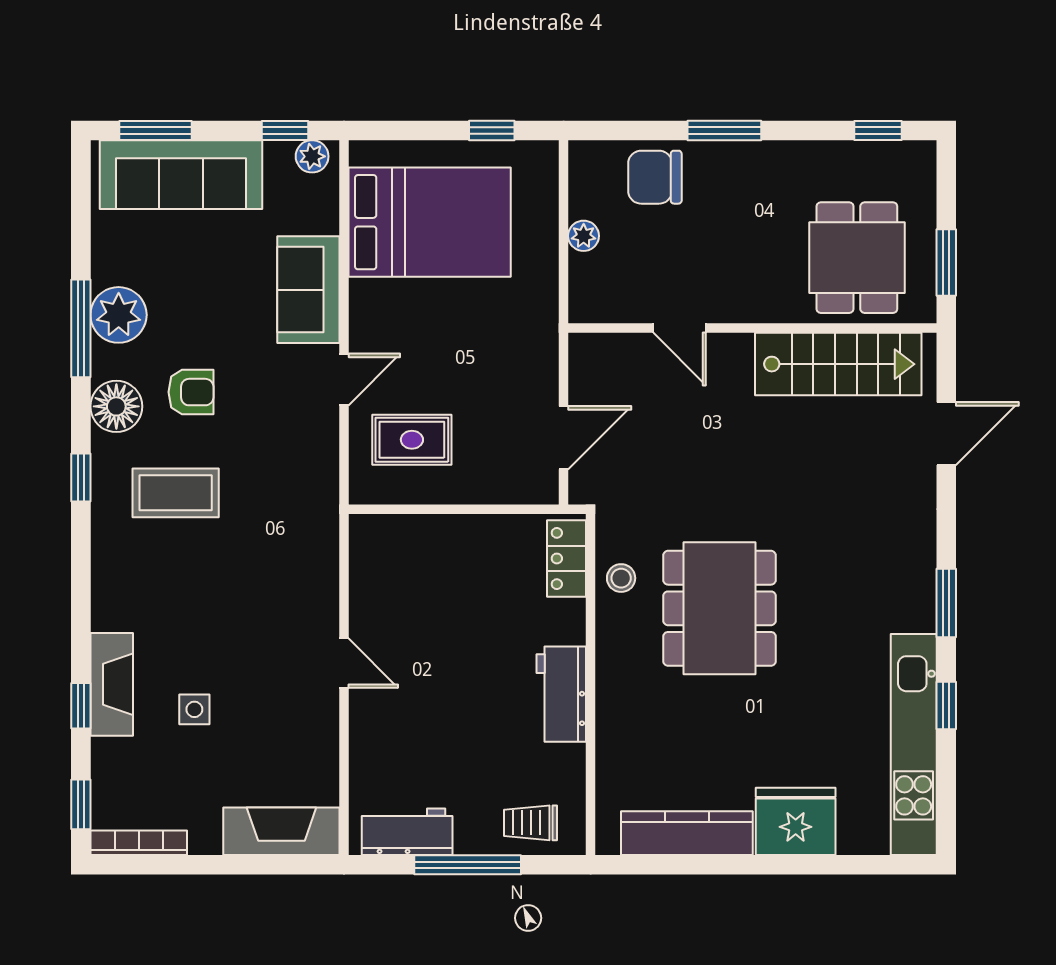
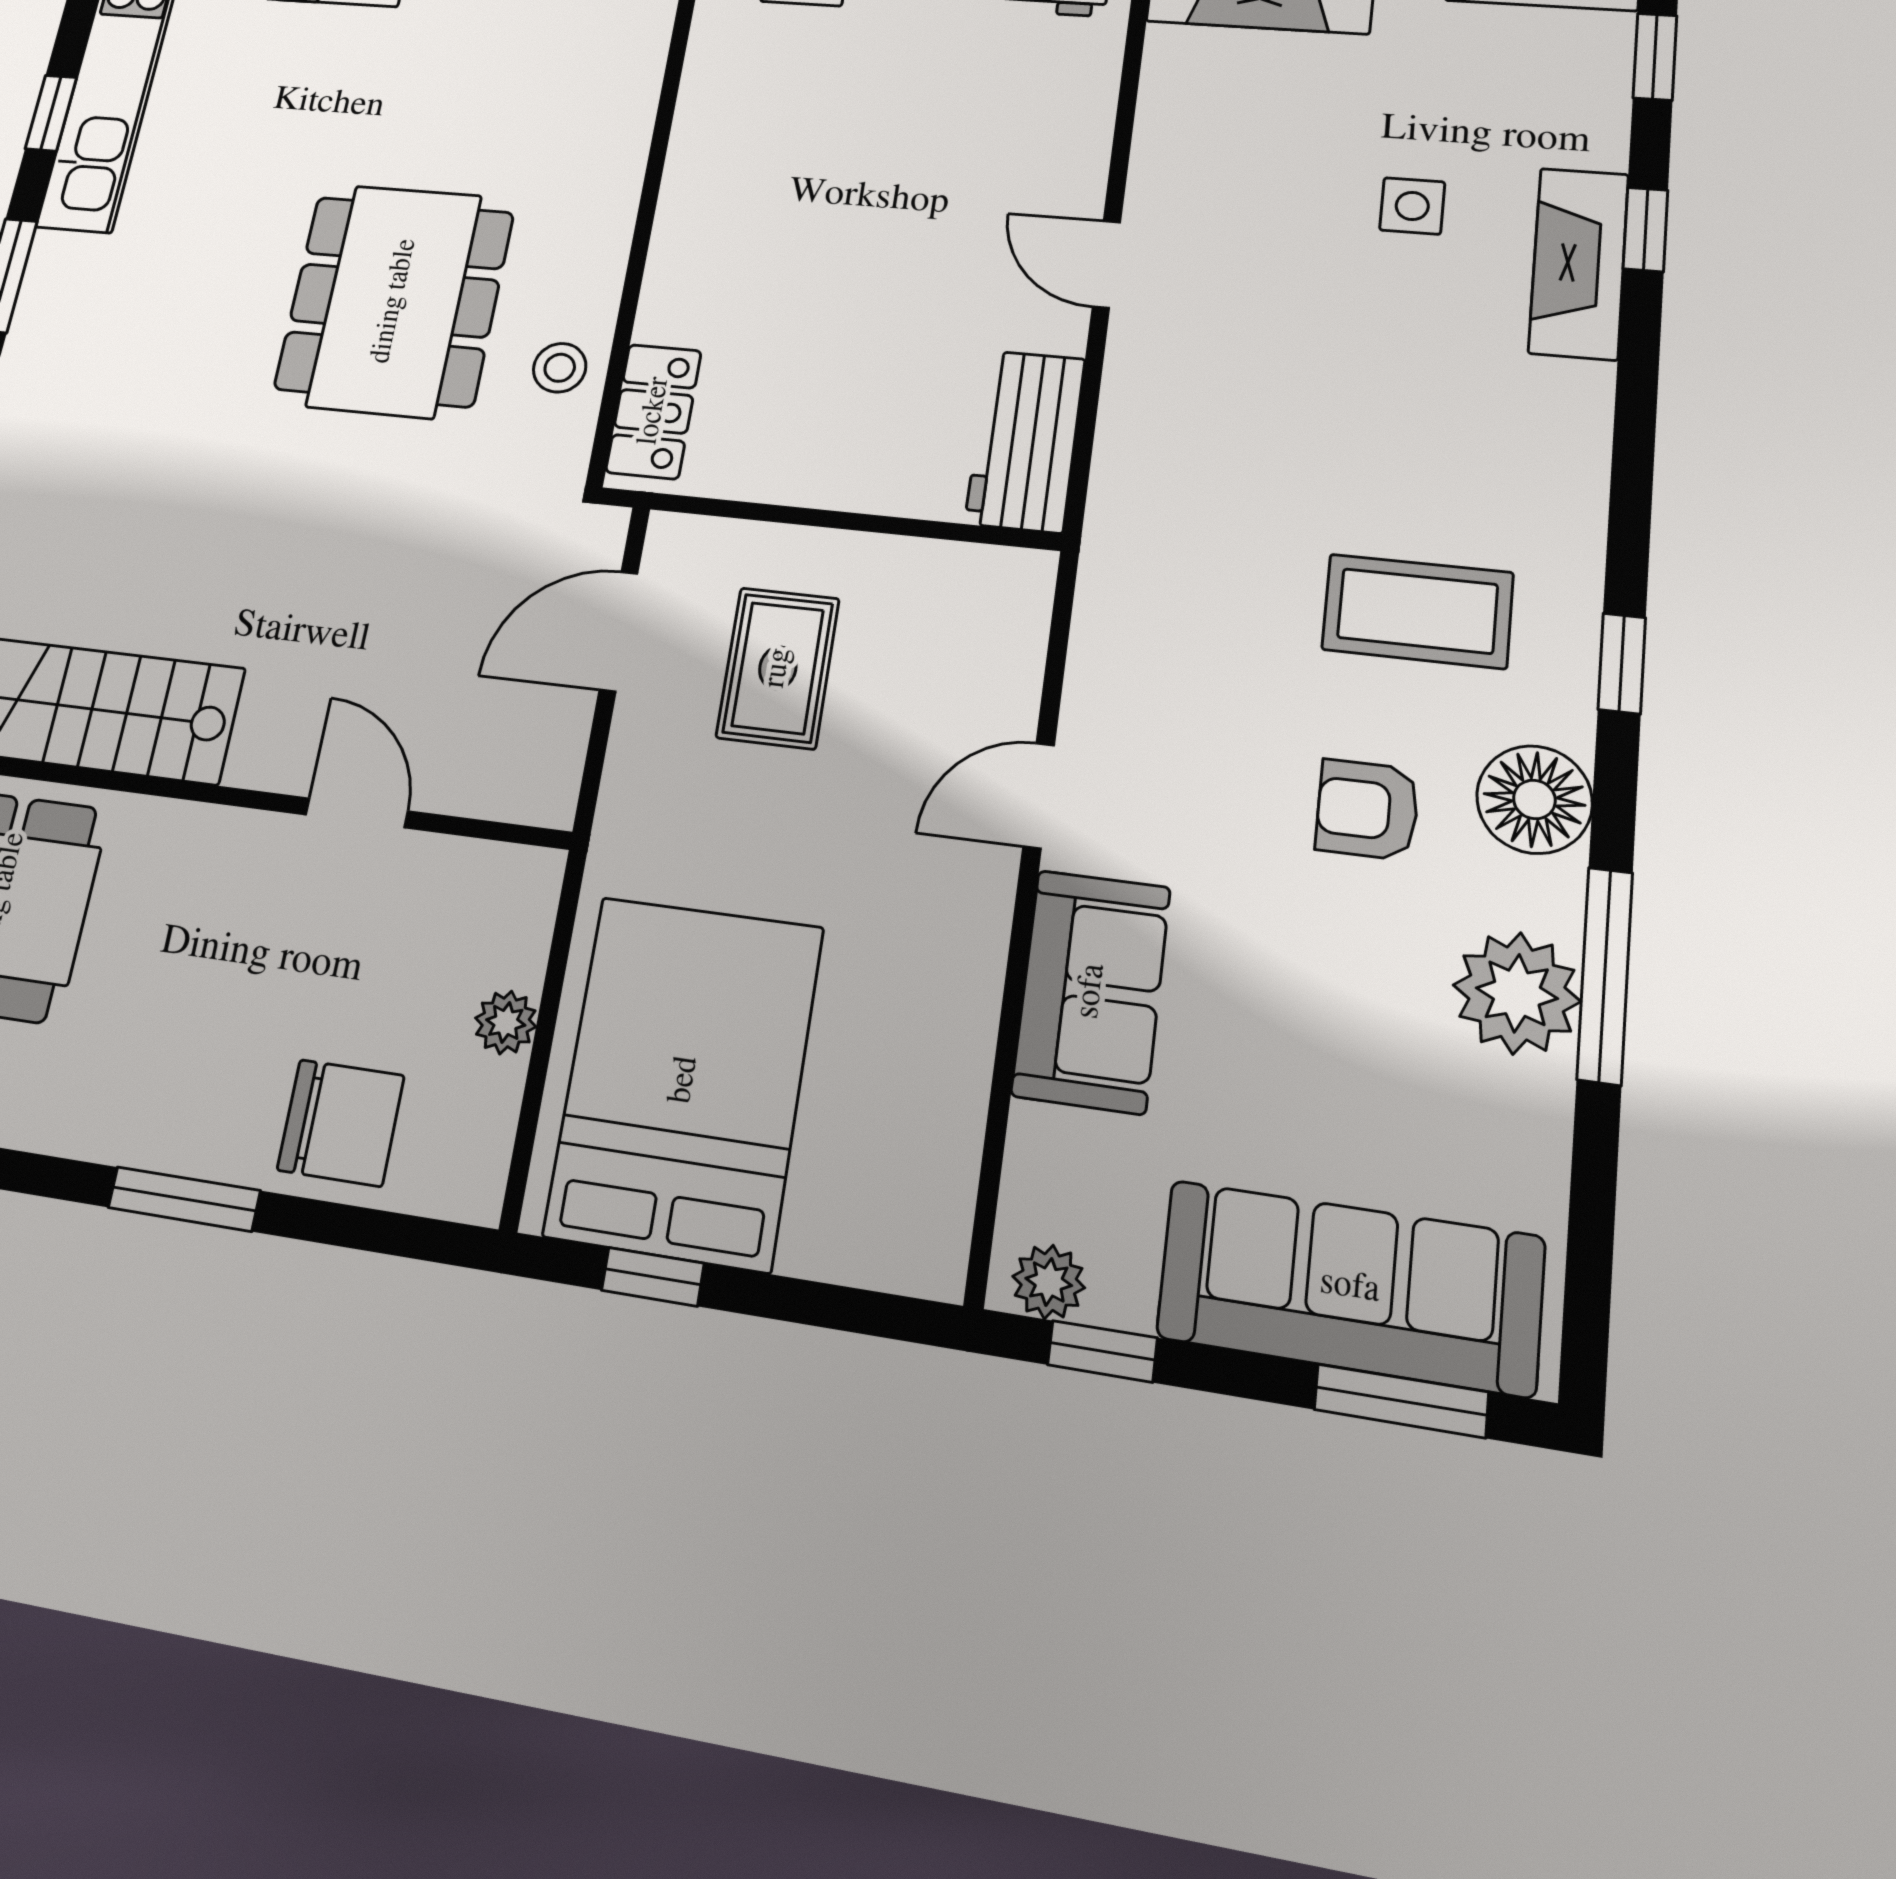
bed: (430, 222) -> (684, 1080), moved, turned 90
rug: (412, 440) -> (778, 668), moved, turned 90
workbench: (561, 694) -> (1025, 441), moved, turned 180

